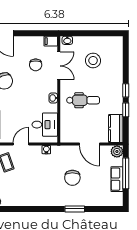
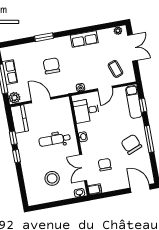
row of seats: (33, 199) -> (84, 39), added

